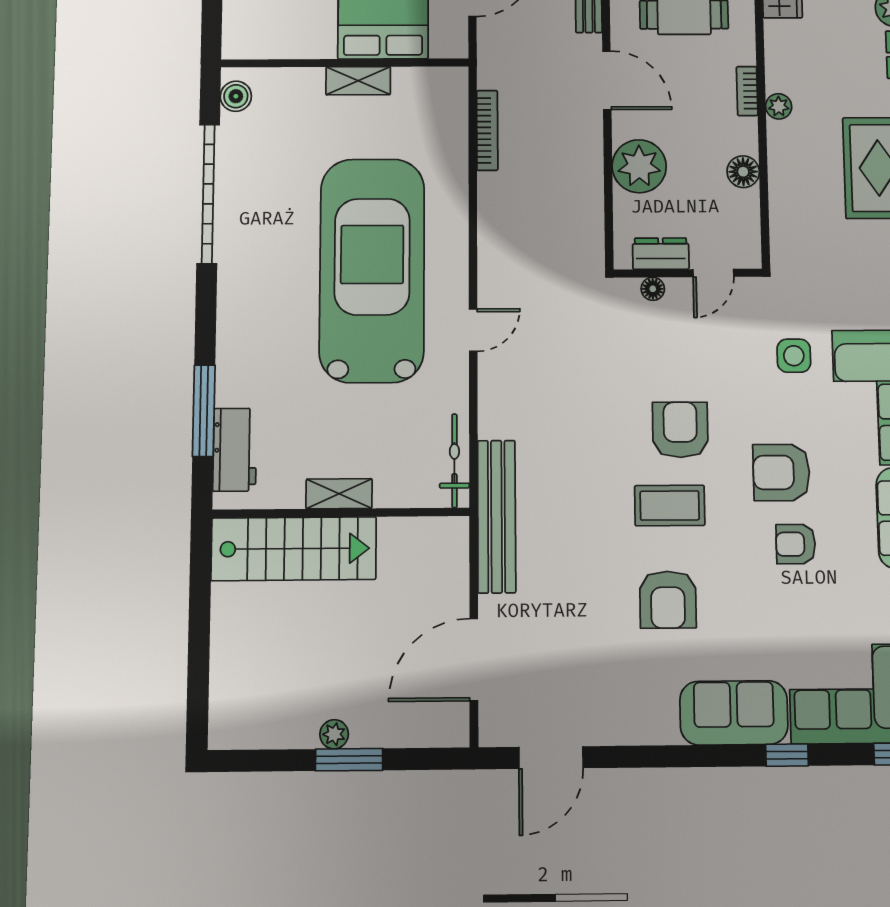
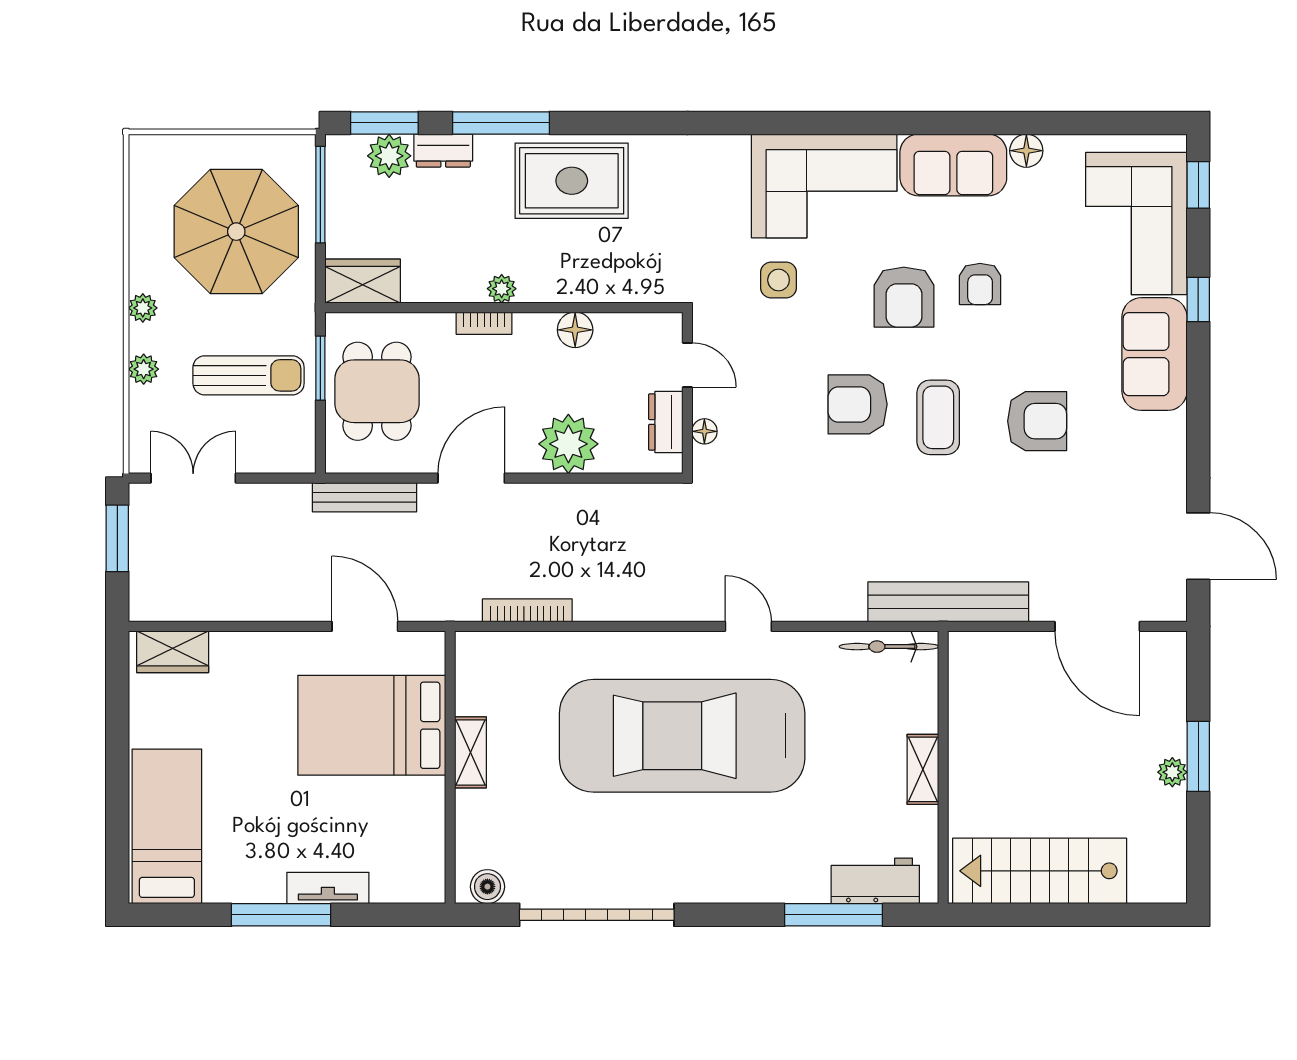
stairs: (294, 549) -> (1040, 871), moved, turned -90

